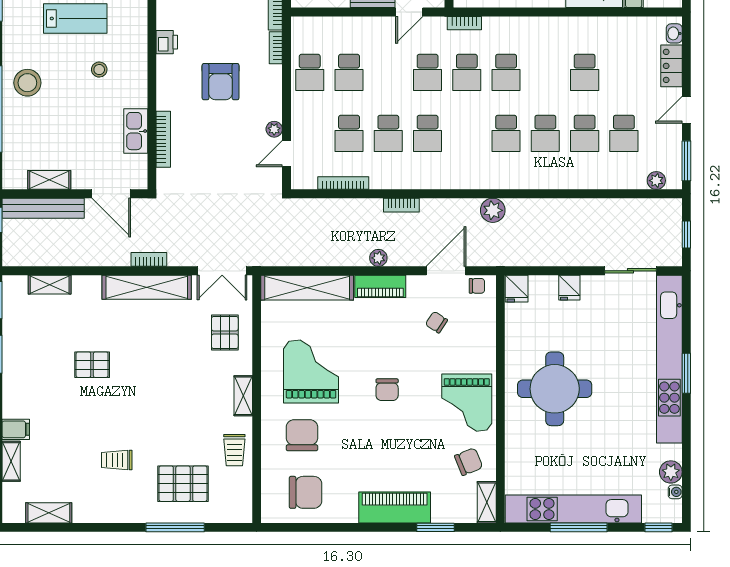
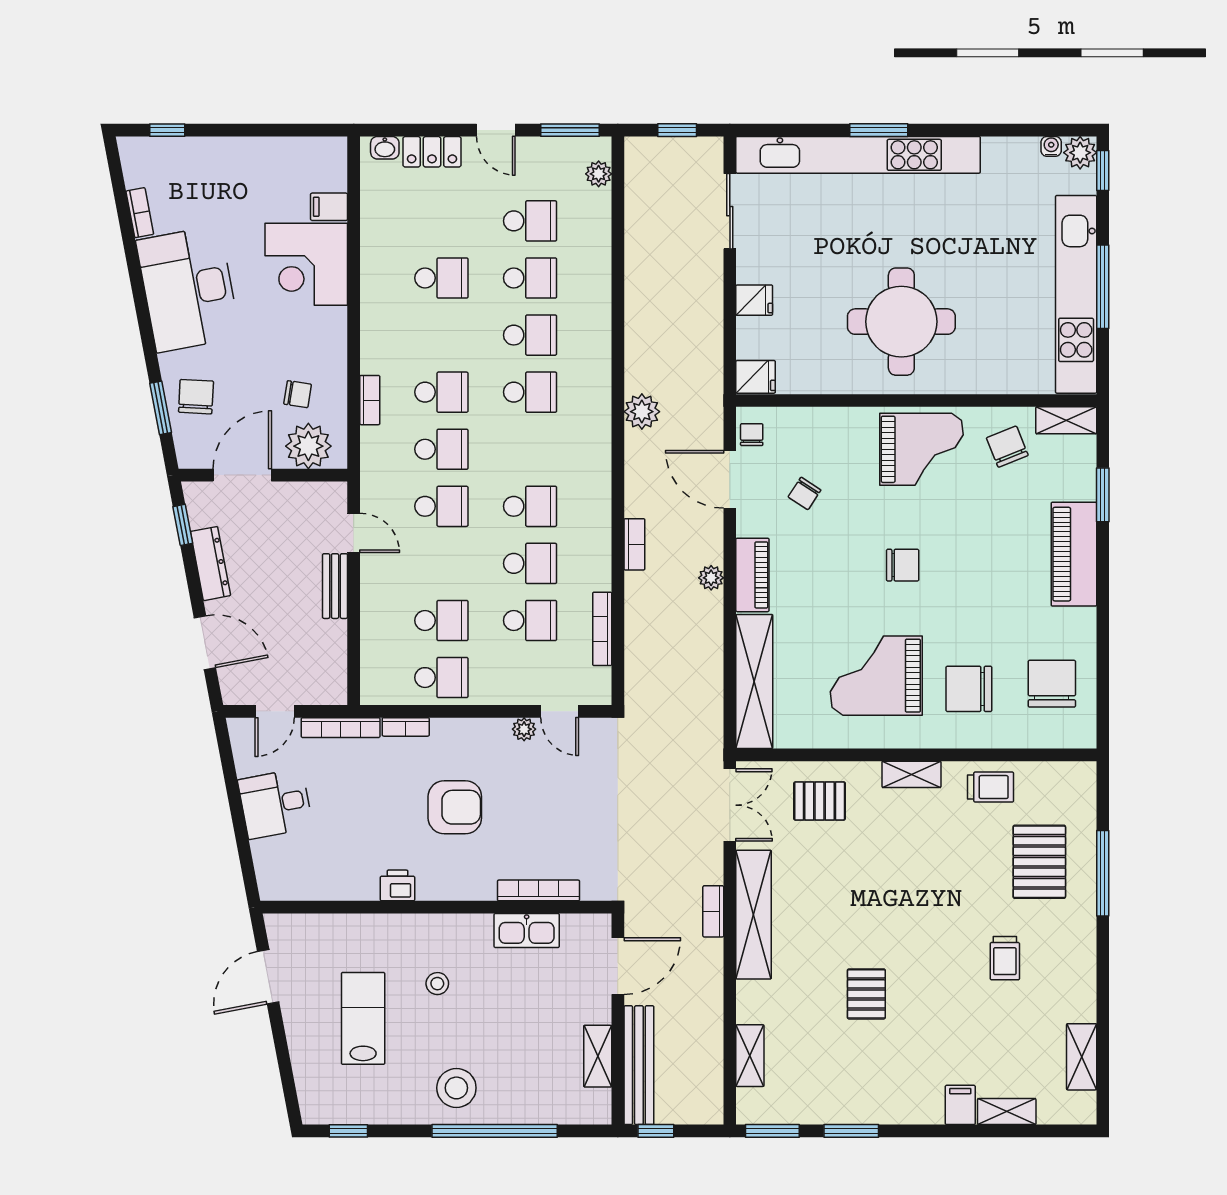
bookcase: (464, 23) -> (370, 400), moved
plant: (671, 472) -> (1080, 153), moved

